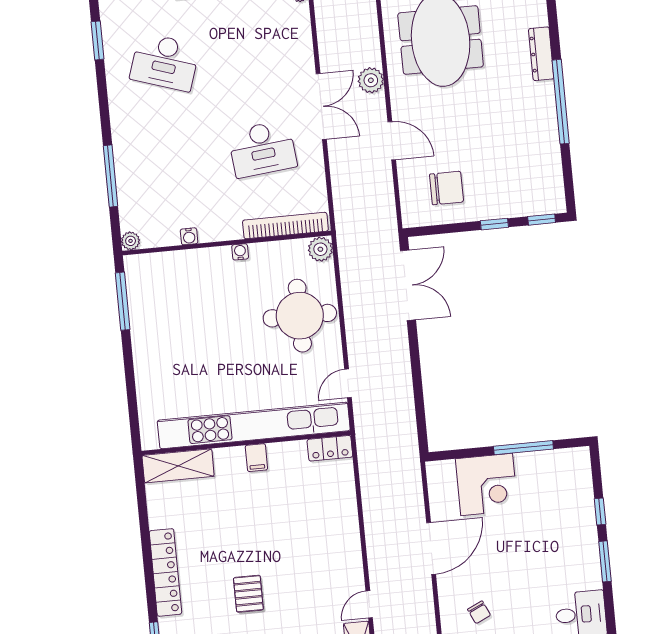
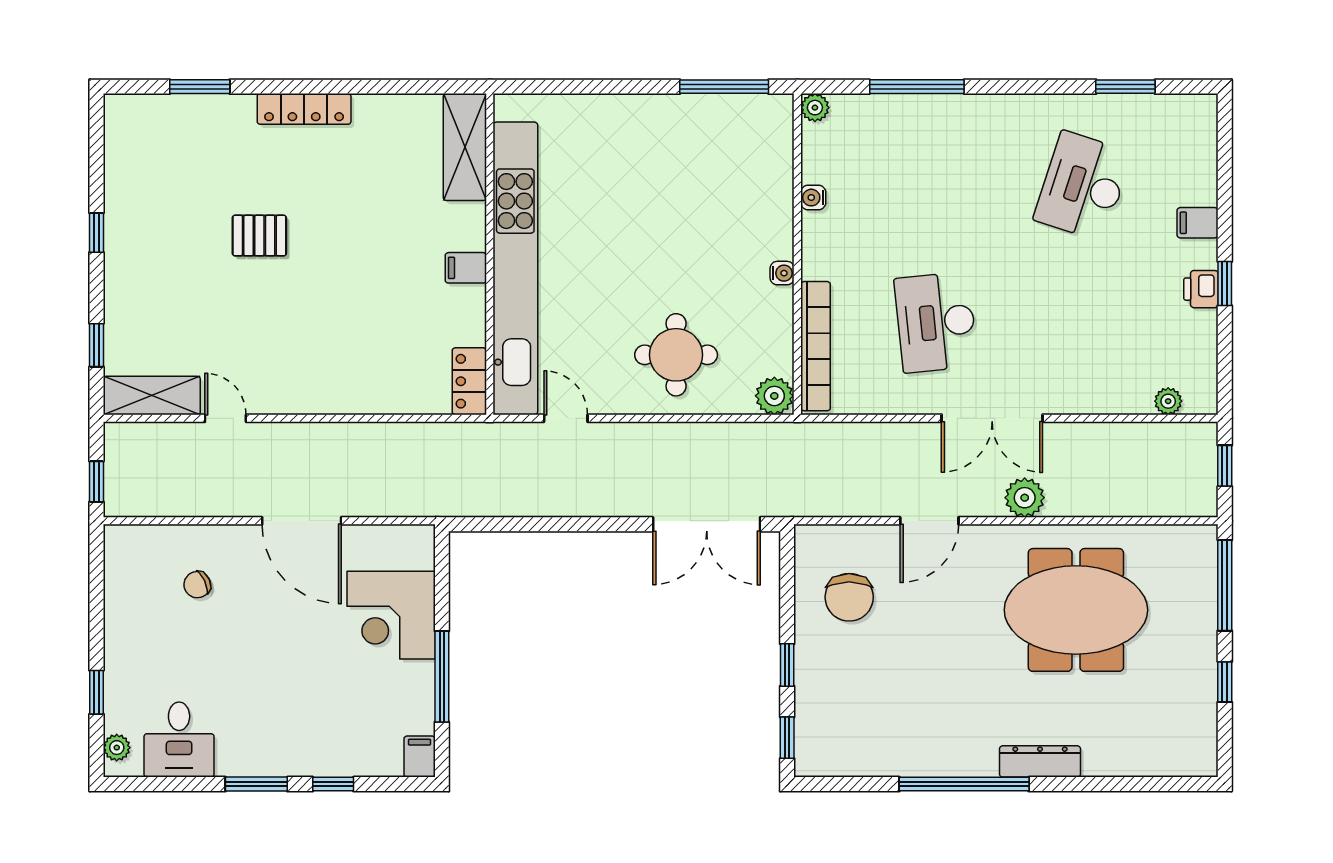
round table: (300, 316) -> (676, 355), width x0.73, depth x0.73
filing cabinet: (577, 457) -> (420, 757), added
locker: (165, 572) -> (304, 109), width x0.71, depth x0.83

